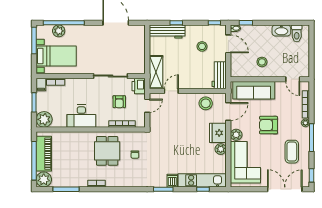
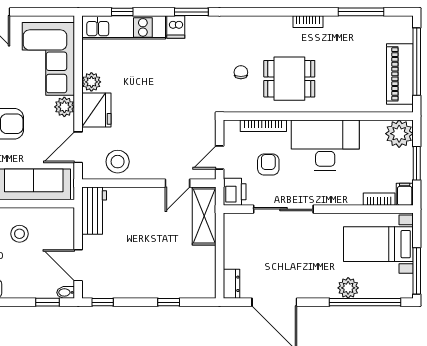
plant: (59, 31) -> (348, 288), moved
workbench: (167, 32) -> (185, 287), removed
dresser: (140, 33) -> (231, 284), added
stool: (202, 46) -> (124, 261), removed
desk: (81, 116) -> (325, 145), width x1.36, depth x1.30
dining table: (107, 151) -> (289, 79), turned 90
plant: (44, 179) -> (400, 29), removed

